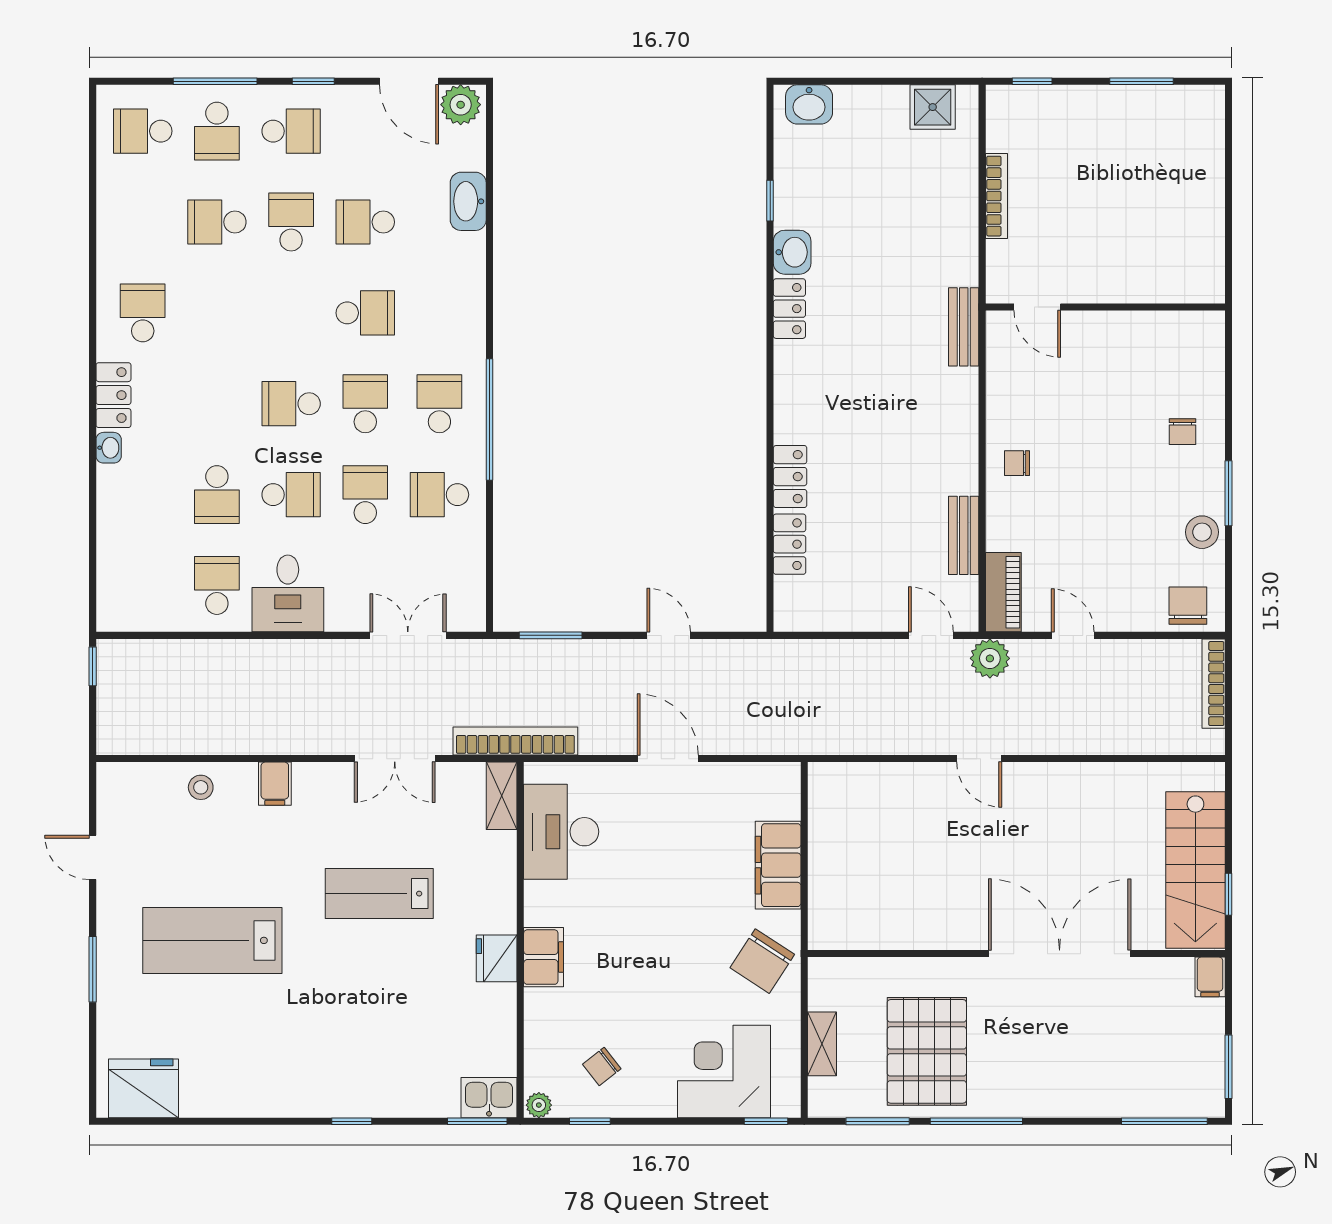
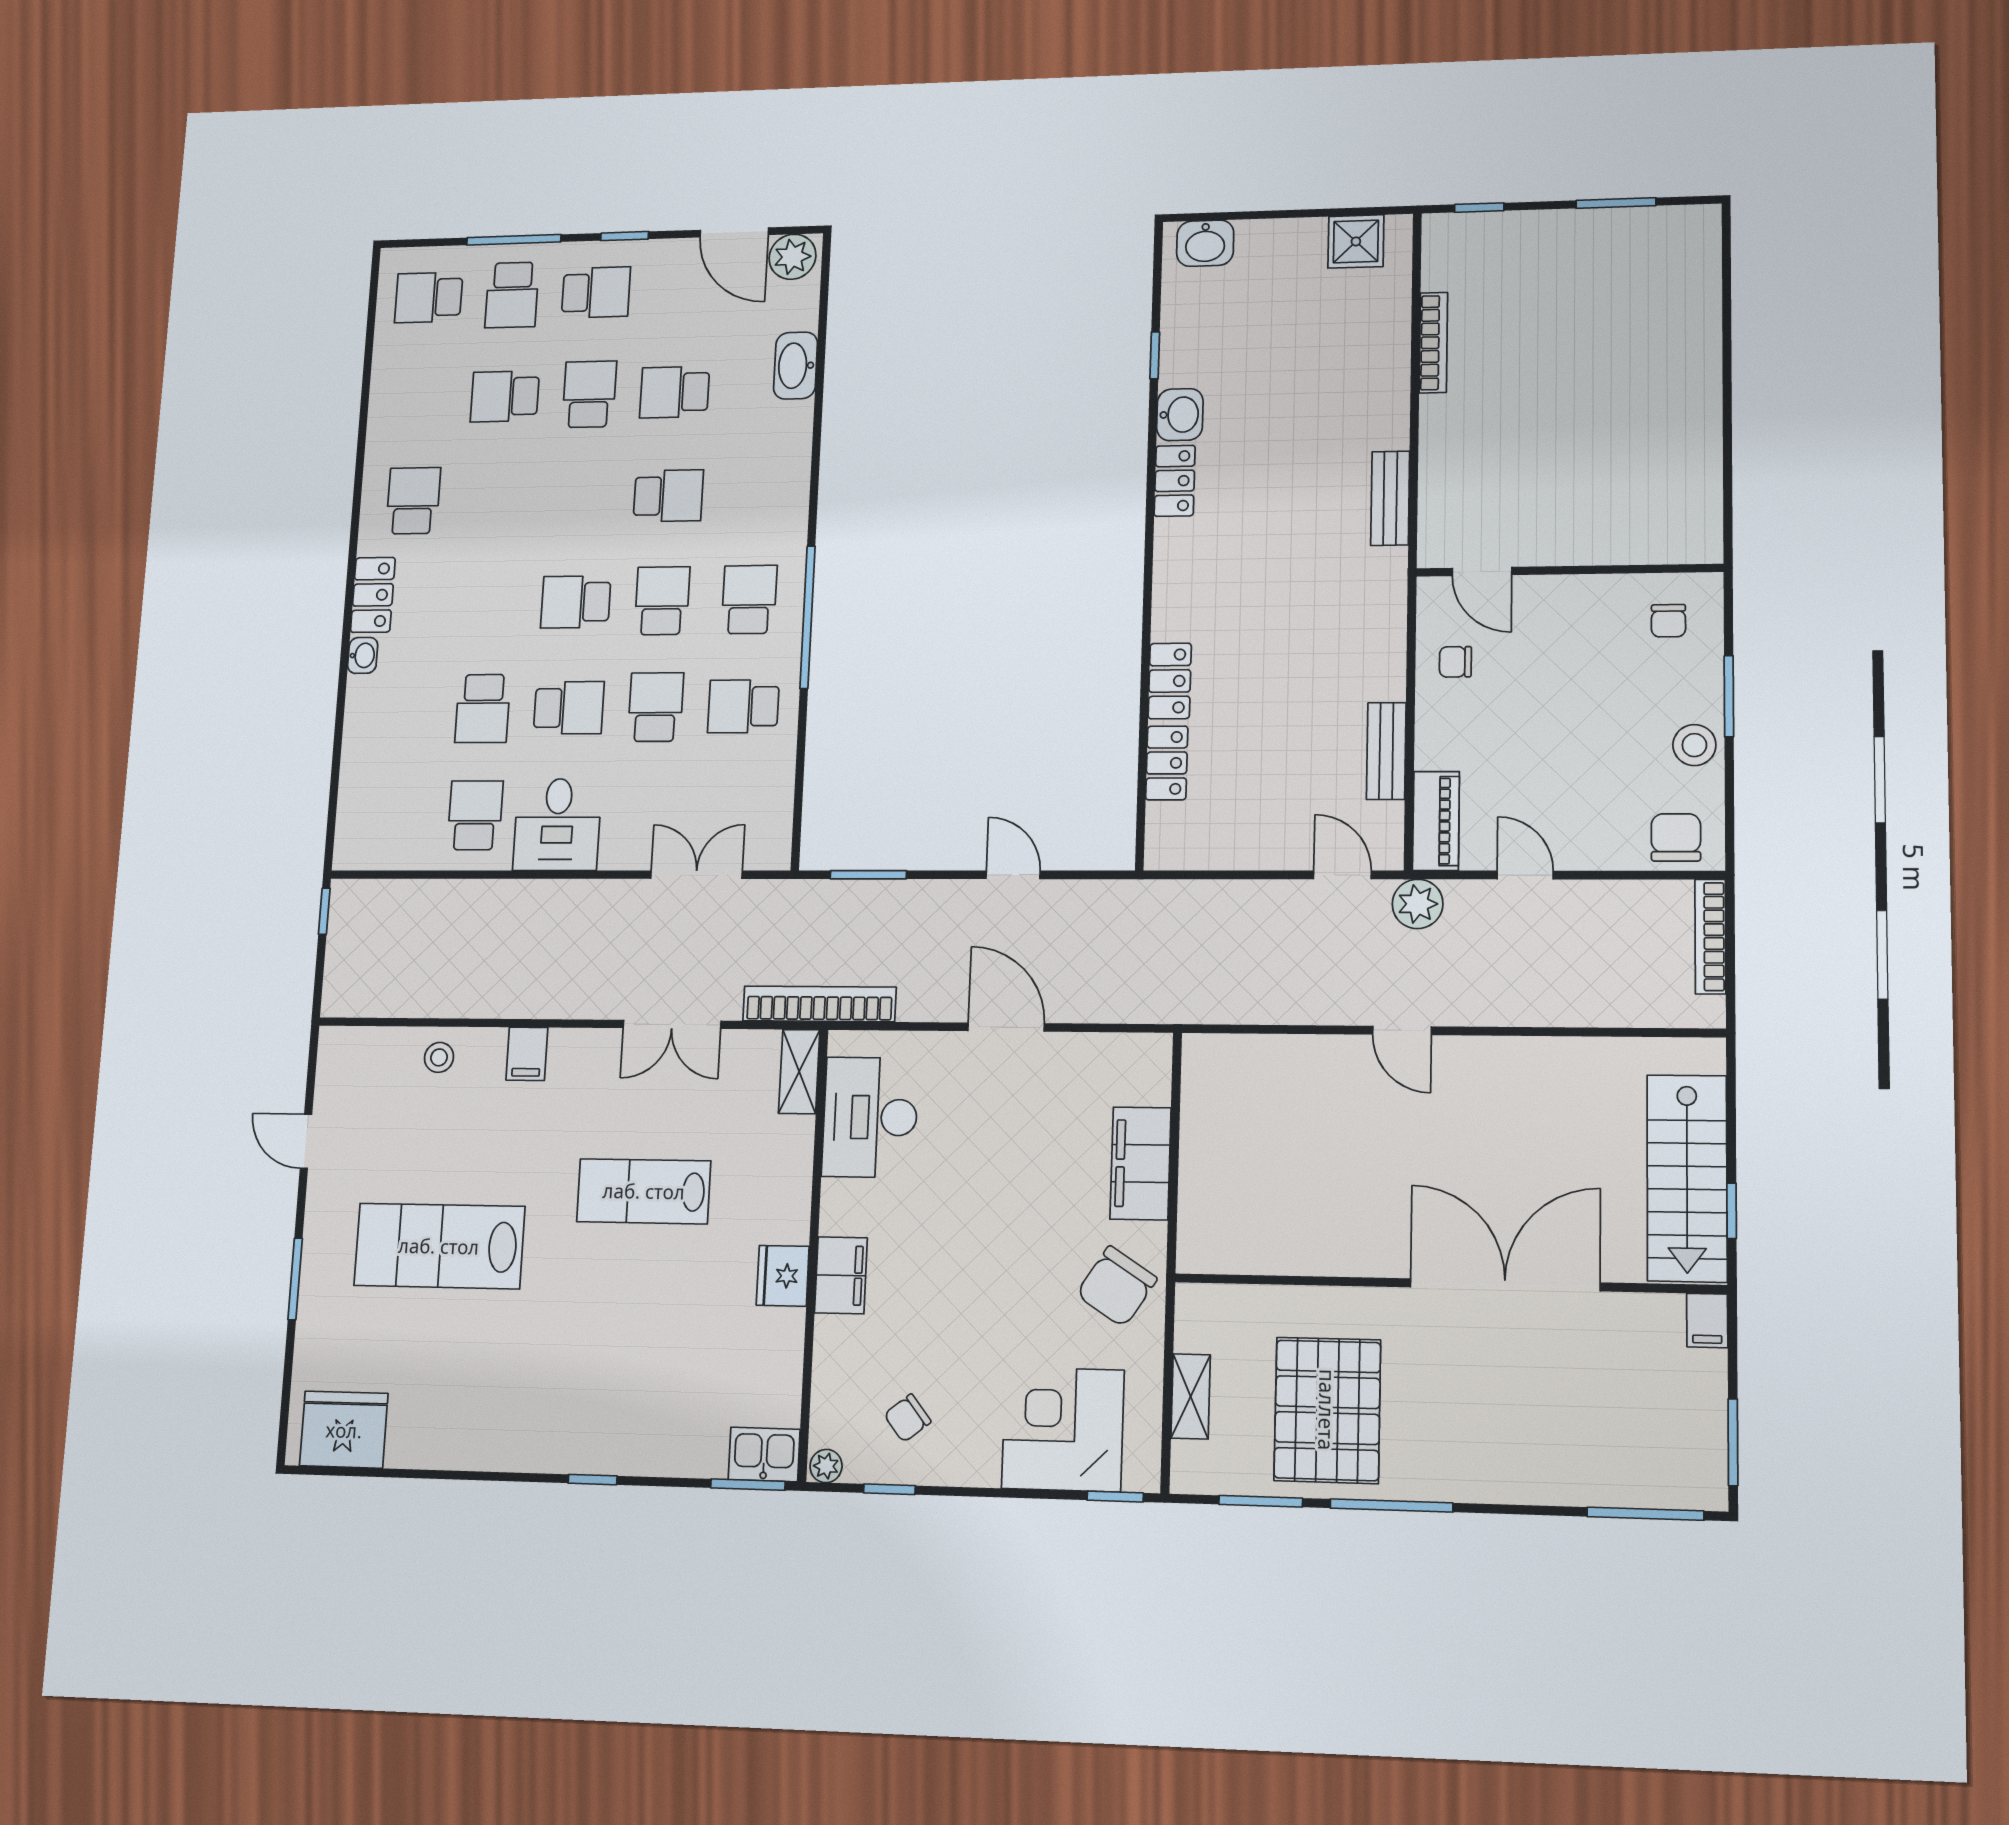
door: (1037, 307) -> (1482, 571), moved
wall: (1105, 307) -> (1569, 570), moved

